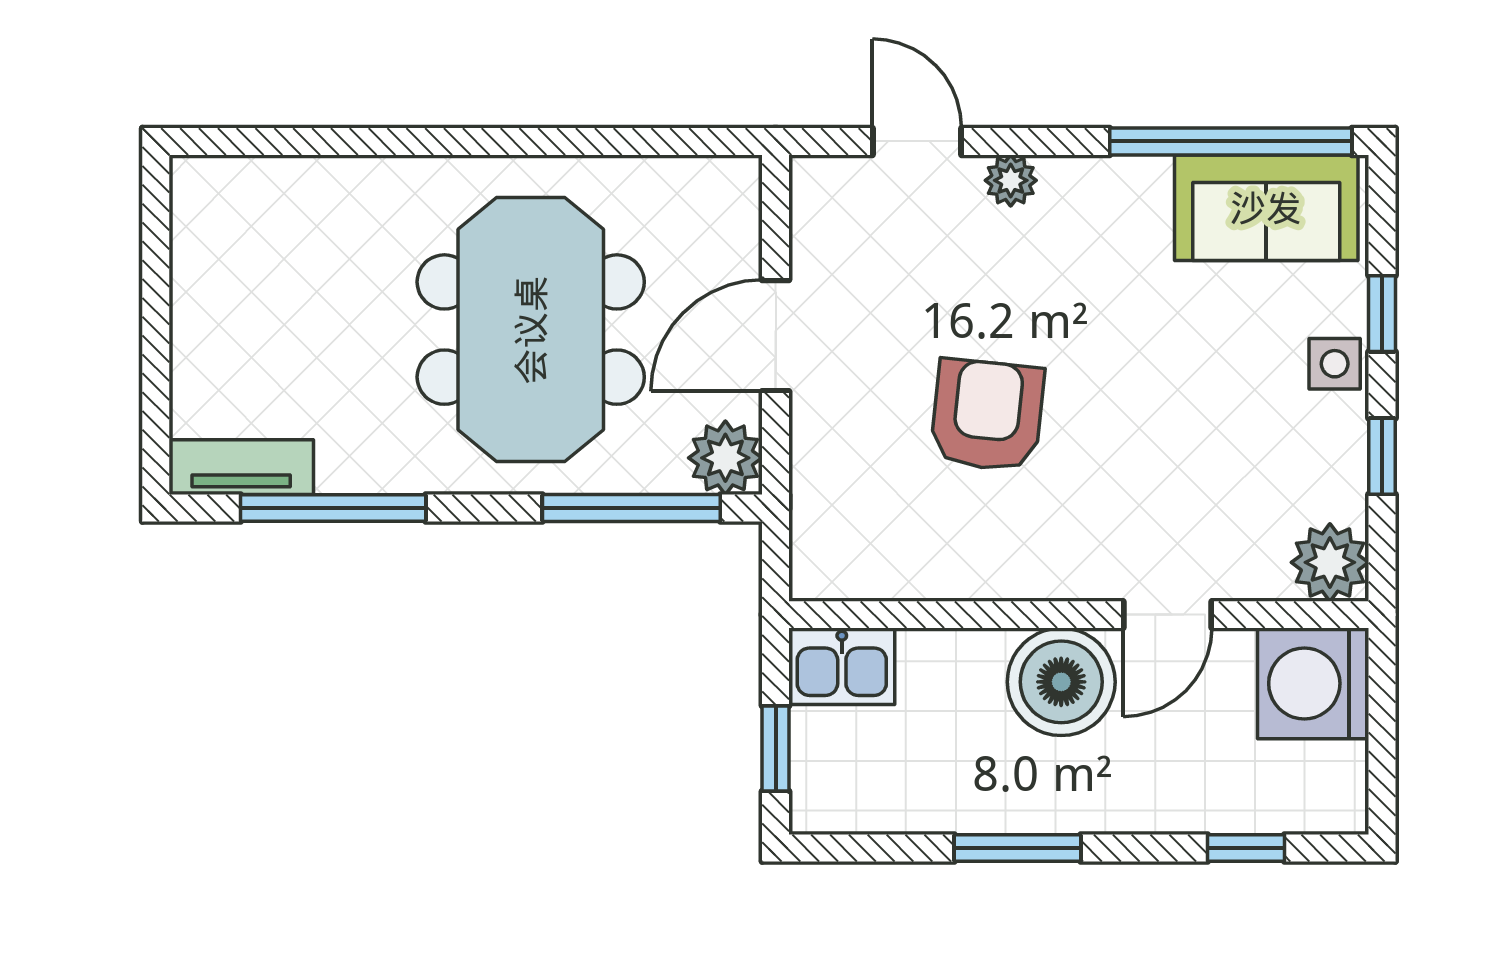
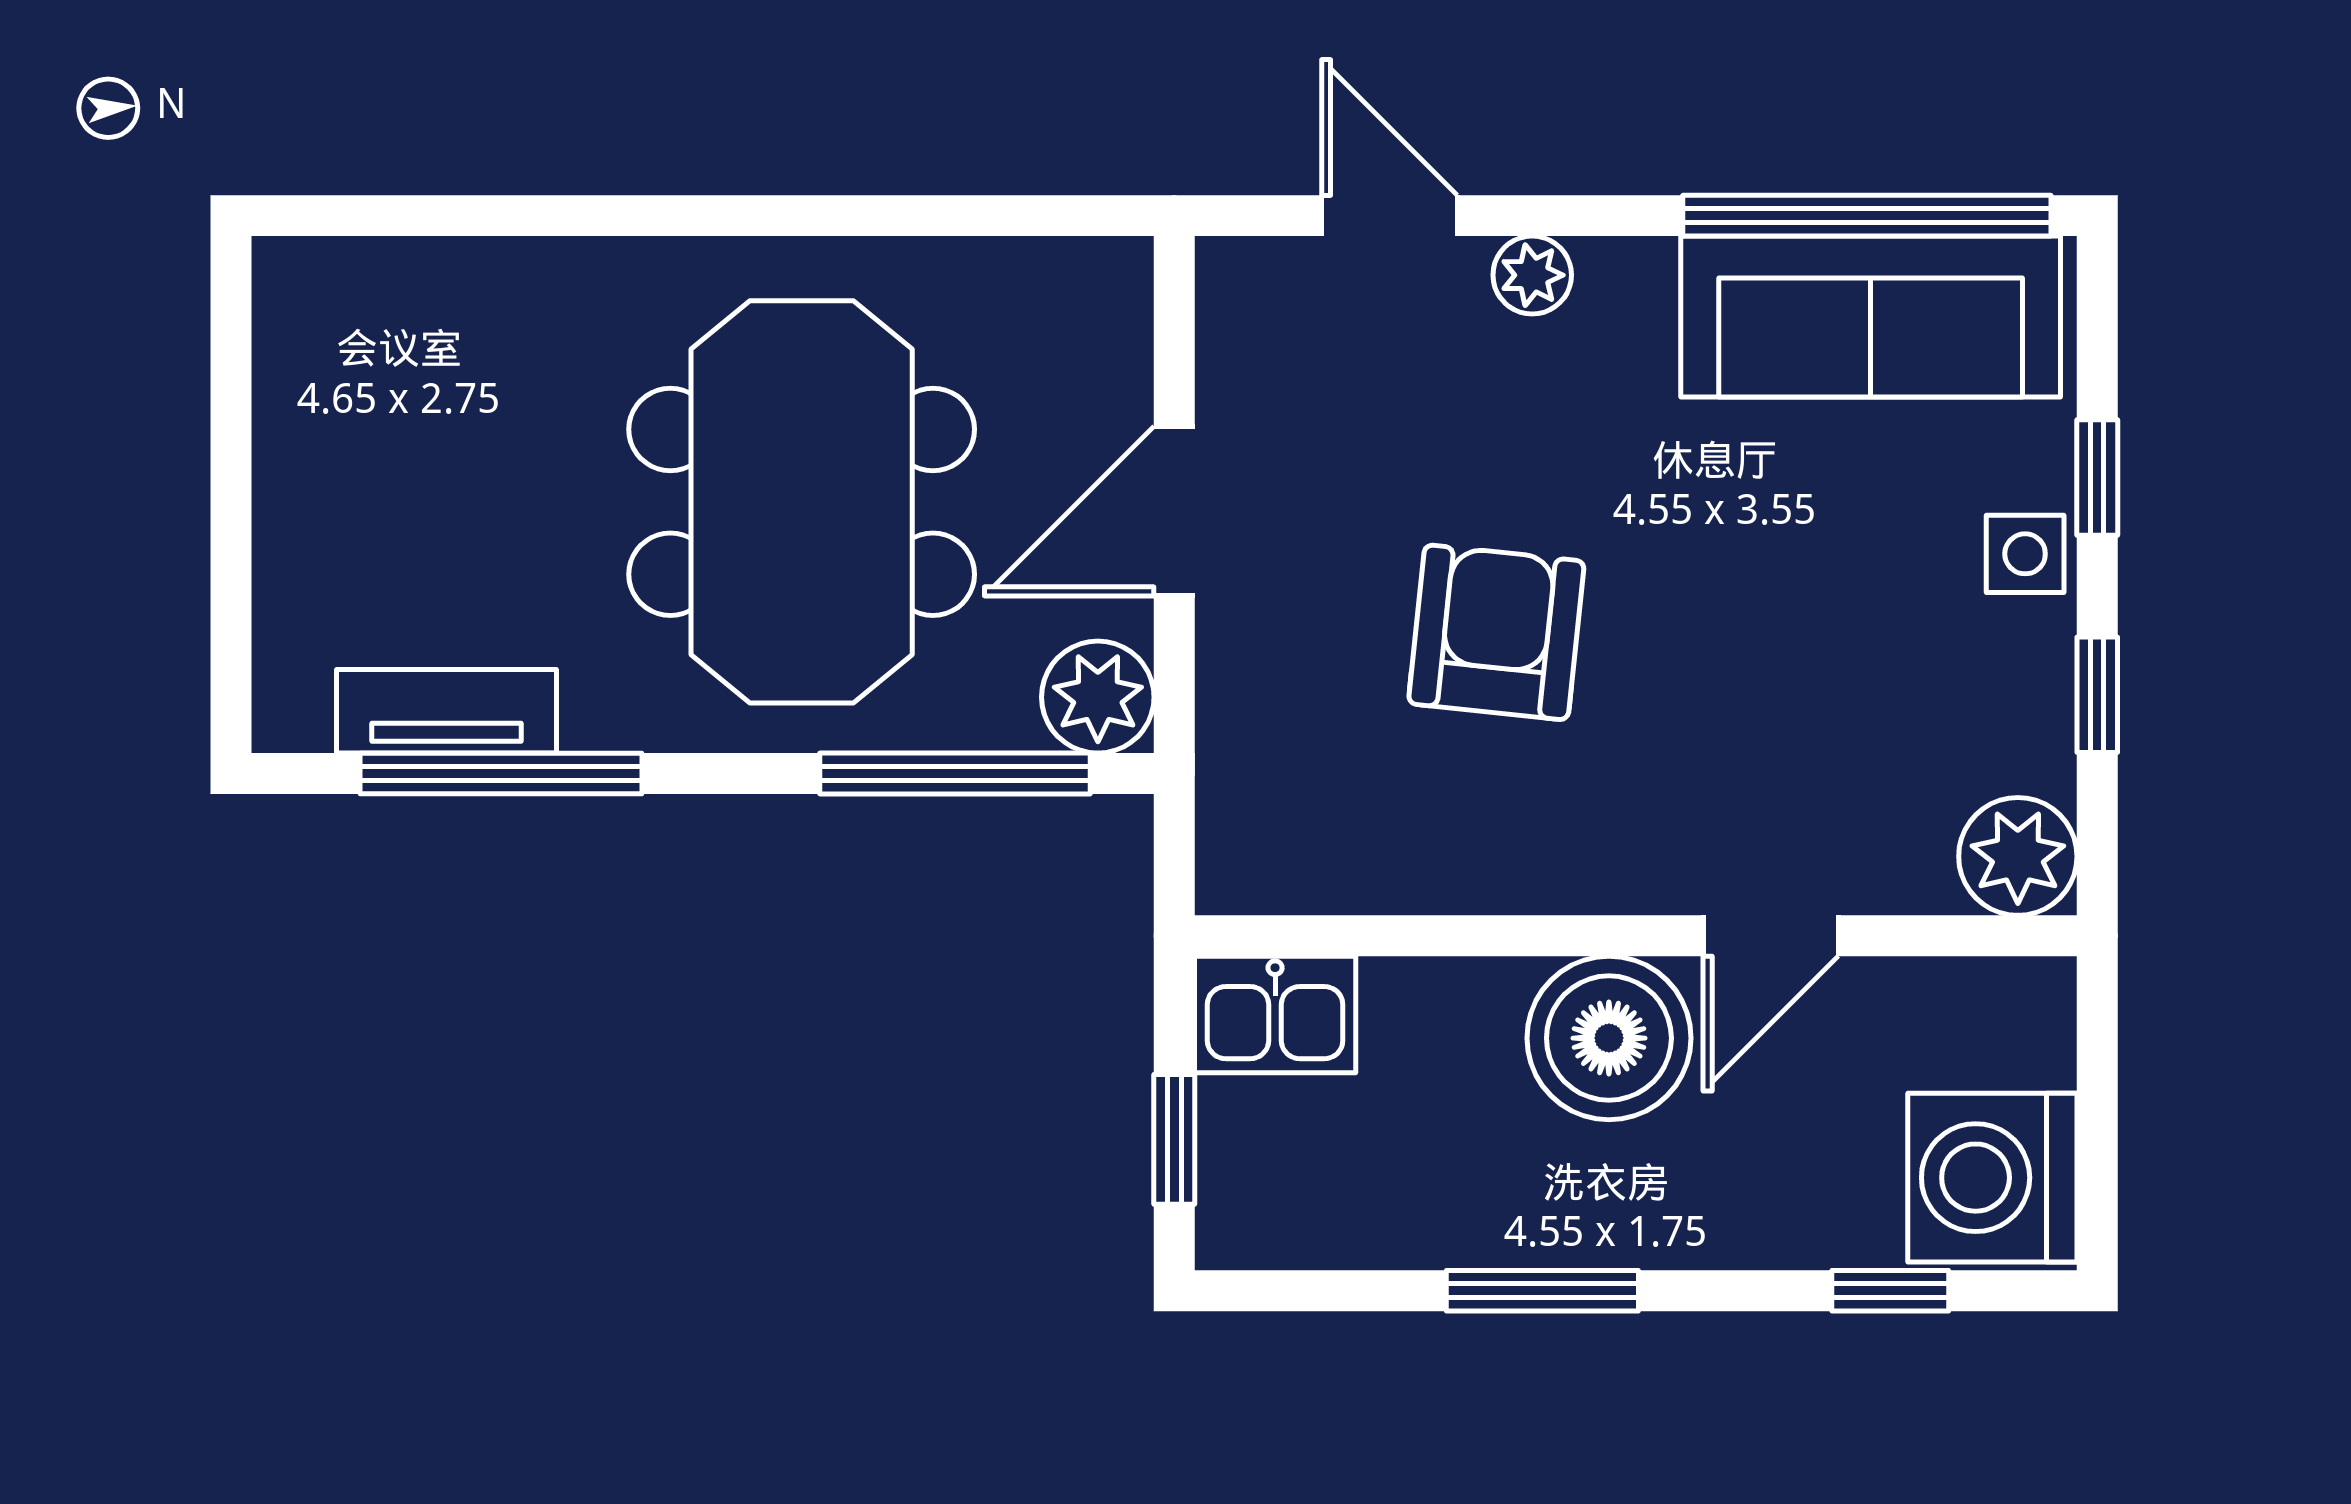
sofa: (1266, 208) -> (1871, 317), width x1.36
tv unit: (241, 467) -> (446, 711), moved
washing machine: (1313, 683) -> (1992, 1178), moved

